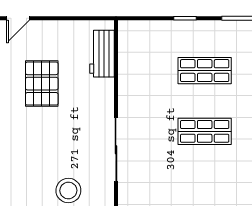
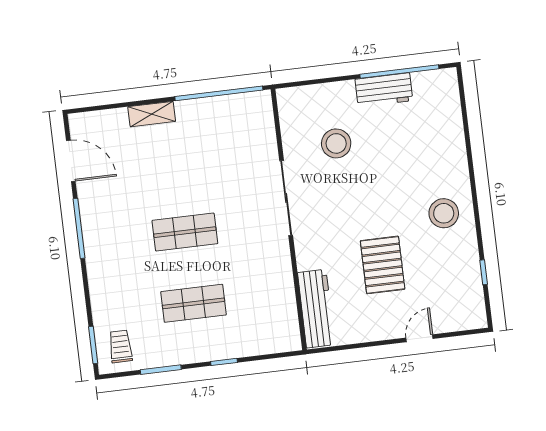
workbench: (102, 54) -> (316, 309), width x1.38

